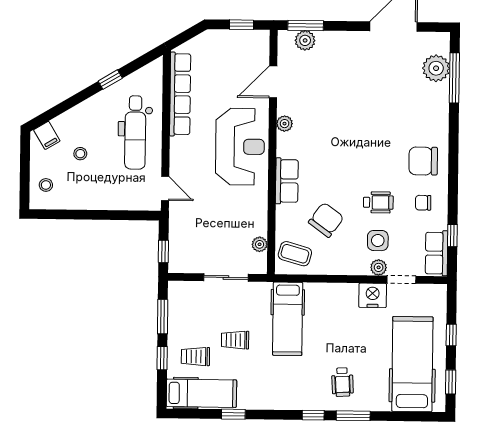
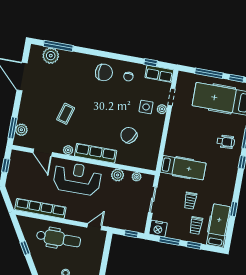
chair: (423, 161) -> (104, 72), turned -90
row of seats: (287, 181) -> (96, 153), width x1.48
wheelchair: (378, 202) -> (124, 103), removed
plant: (257, 212) -> (118, 175), added
coffee table: (295, 254) -> (66, 114), moved
nightstand: (373, 295) -> (158, 228), moved, turned -90
window: (451, 335) -> (209, 73), width x2.17

